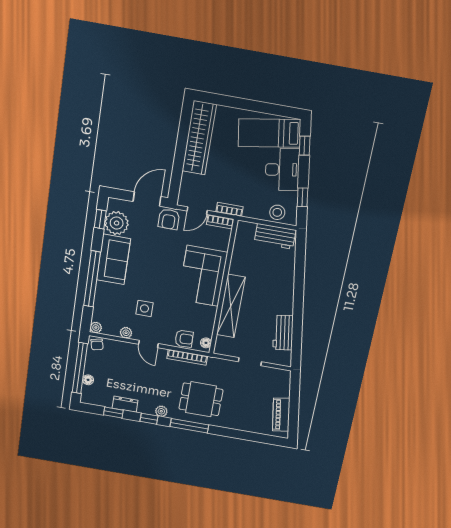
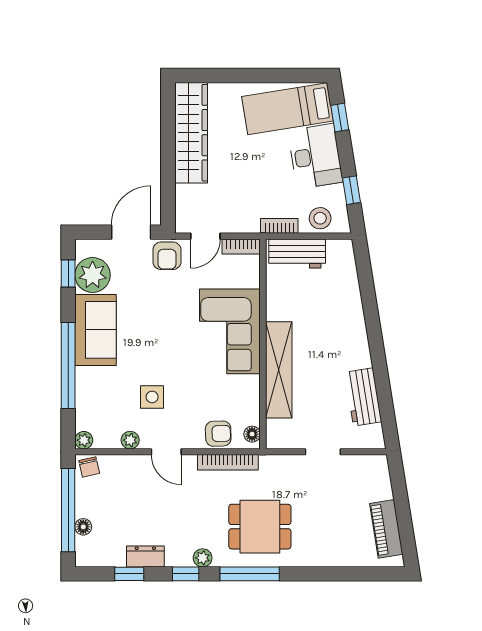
bookcase: (230, 209) -> (279, 226), moved
workbench: (275, 236) -> (297, 254), moved

